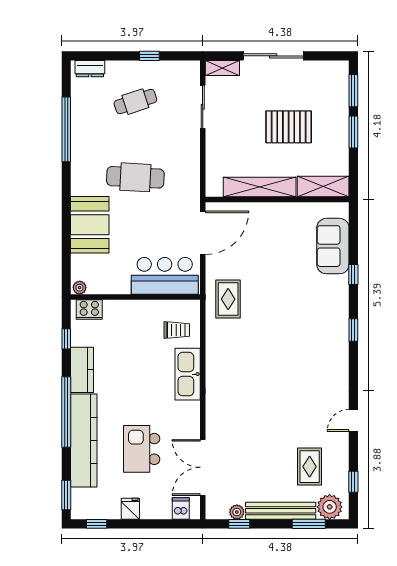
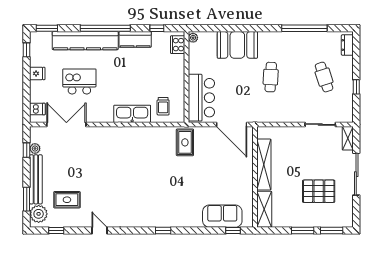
pallet: (289, 127) -> (319, 191), moved, turned 90
cafe table: (135, 177) -> (271, 77), width x0.73, depth x0.74
window: (353, 274) -> (233, 231), moved
rug: (228, 299) -> (185, 142), turned 90

